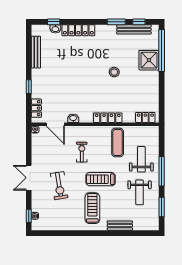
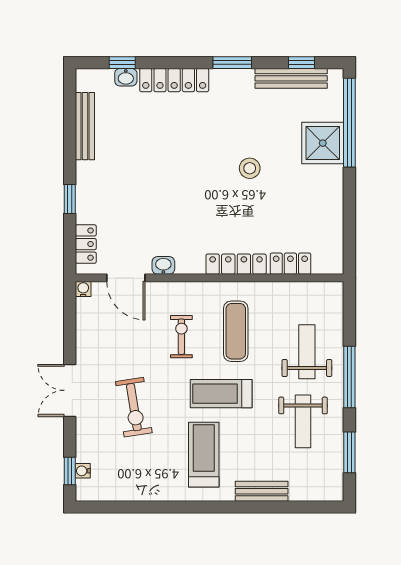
window: (116, 22) -> (232, 63), moved
locker: (145, 117) -> (290, 264), moved
exercise mat: (118, 142) -> (236, 331), moved

